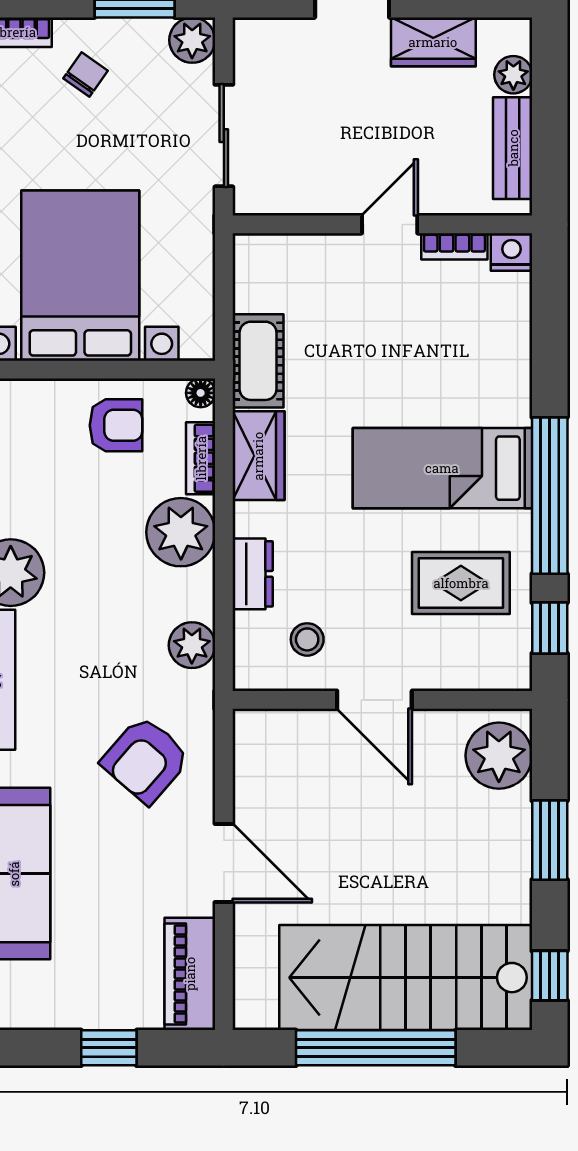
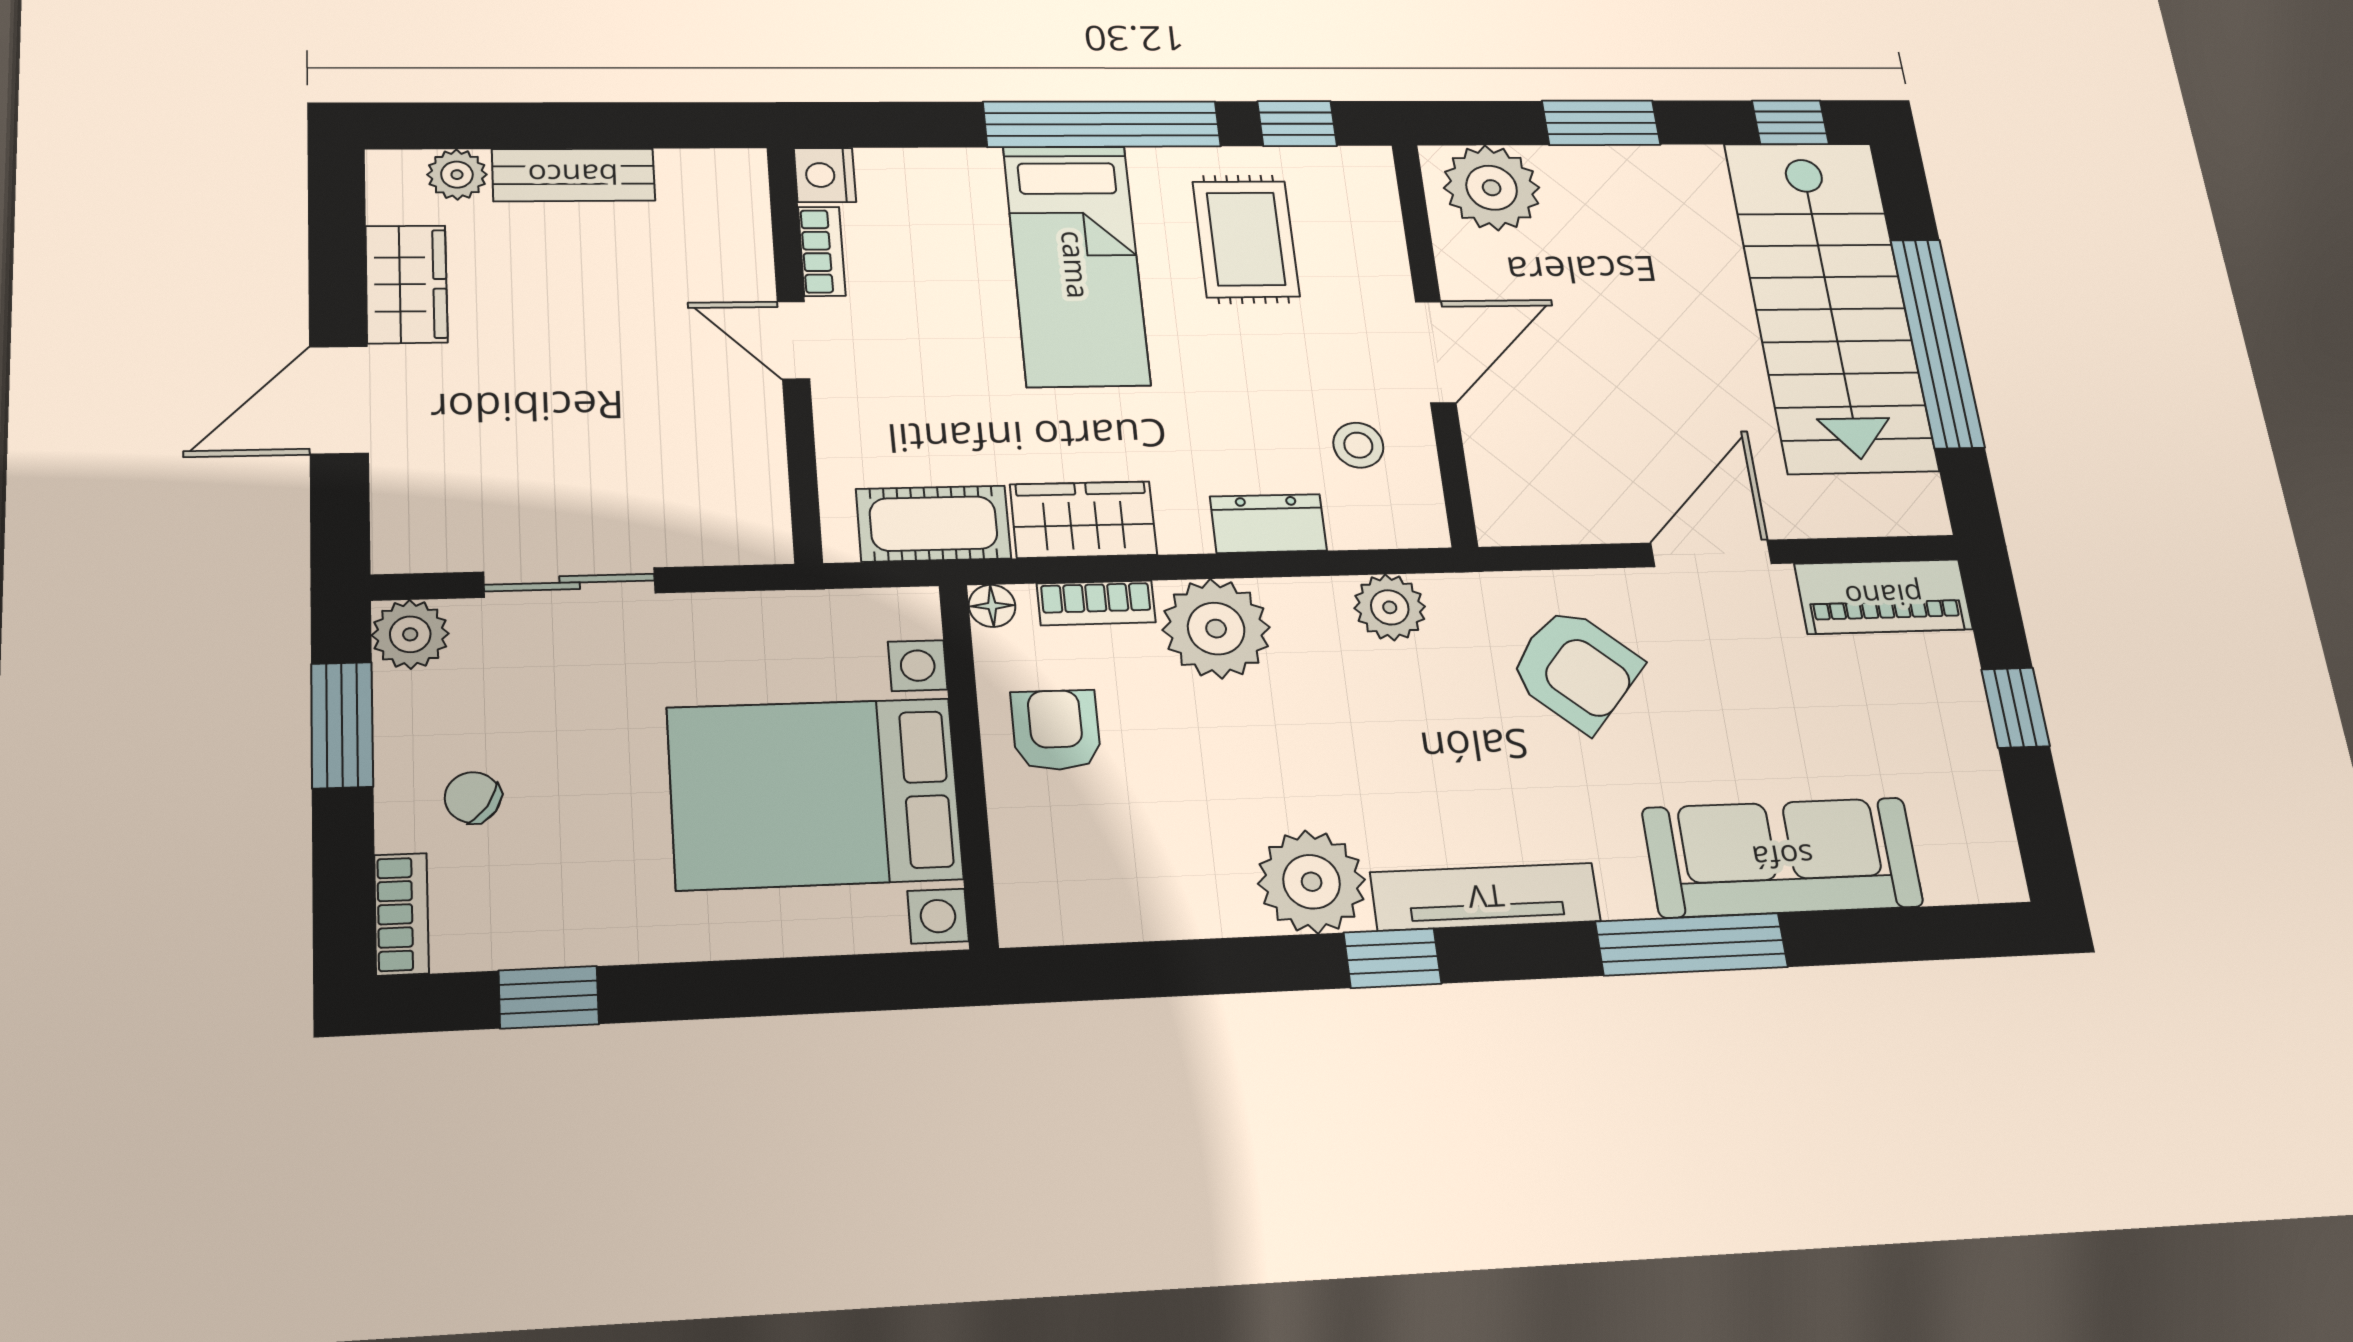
wall: (382, 224) -> (794, 350), moved
door: (390, 224) -> (793, 340), moved
bookcase: (454, 246) -> (822, 251), moved
nightstand: (512, 252) -> (825, 175), moved

